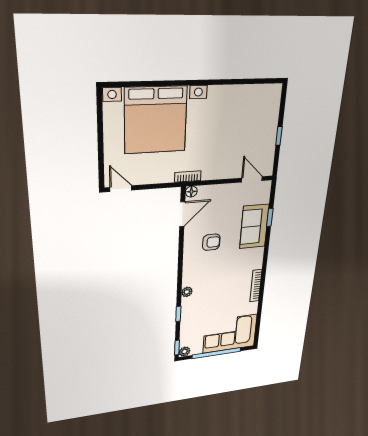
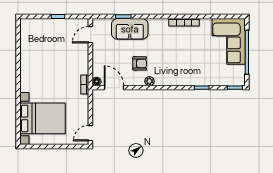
bed with nightstands: (156, 120) -> (42, 118), width x0.73
armchair: (211, 242) -> (140, 63), turned 90
plant: (187, 292) -> (149, 81), moved
plant: (184, 352) -> (240, 81), removed

